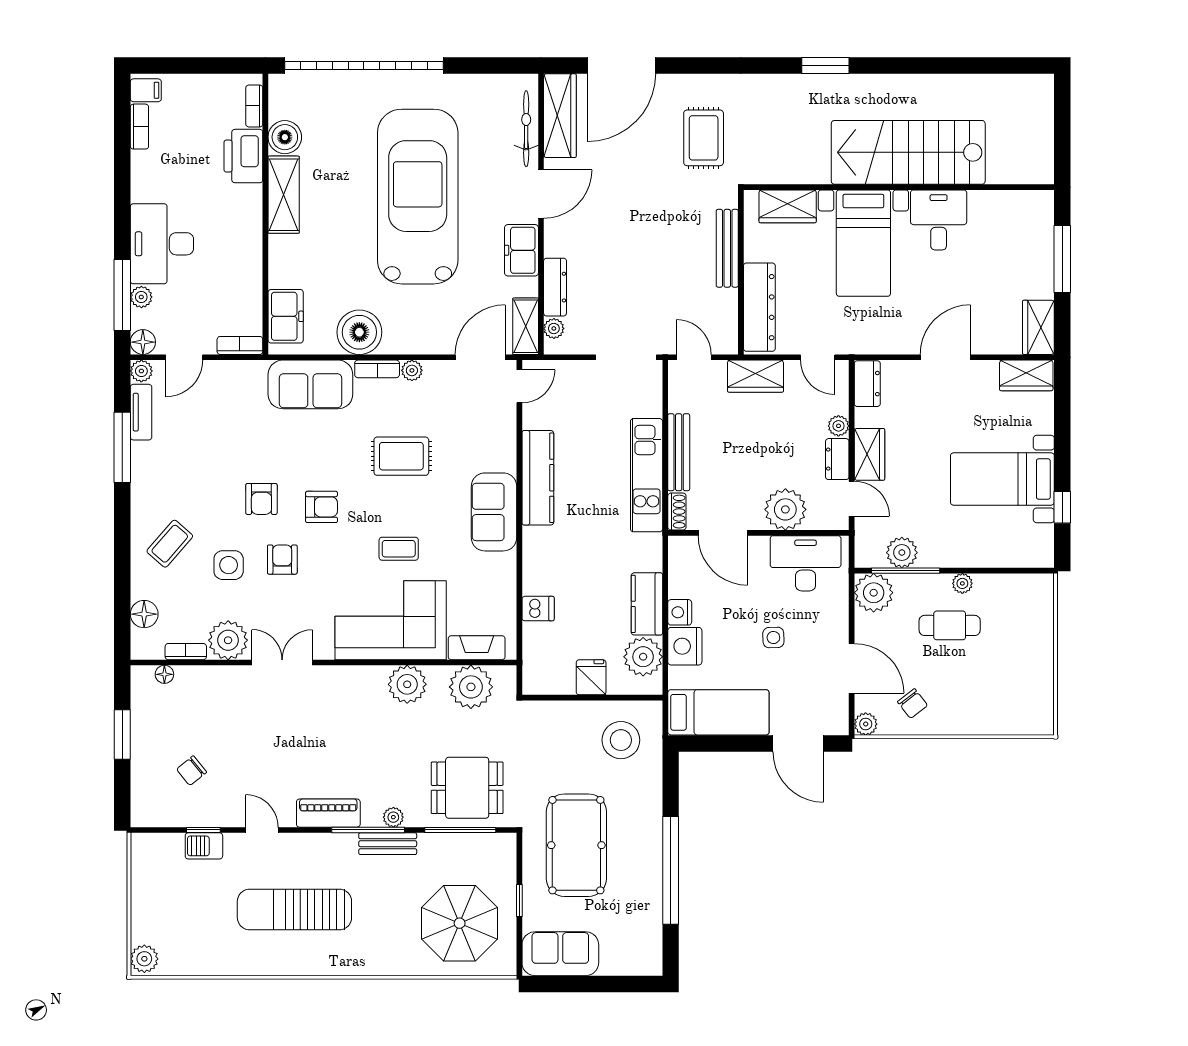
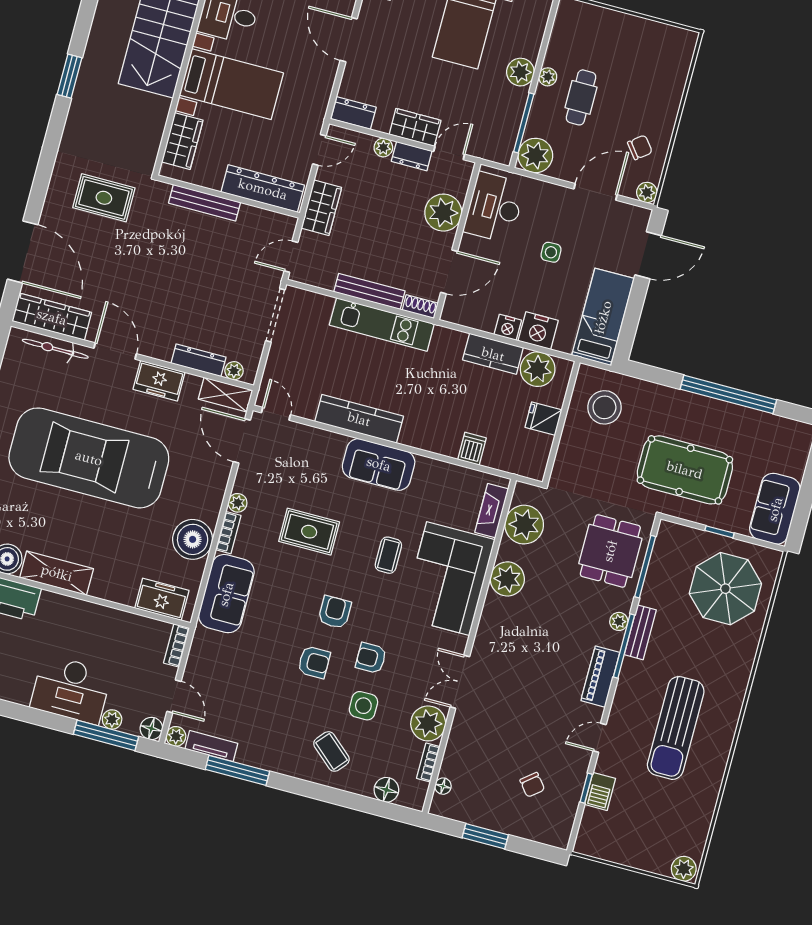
rug: (401, 456) -> (309, 532), turned 90
plant: (902, 553) -> (520, 72), moved

